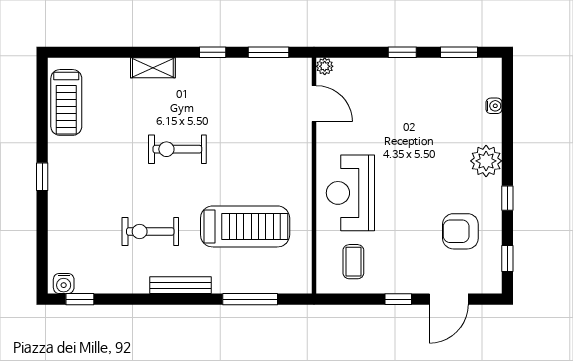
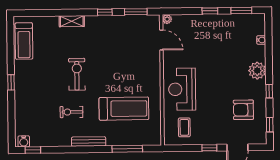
exercise bike: (177, 149) -> (77, 74), moved, turned 90
exercise bike: (150, 231) -> (71, 112), width x0.73, depth x0.72

